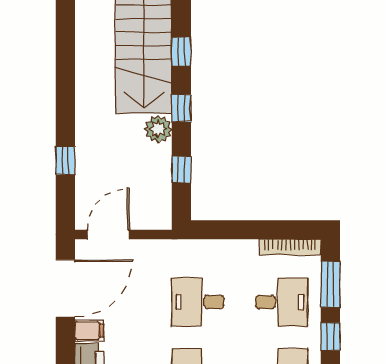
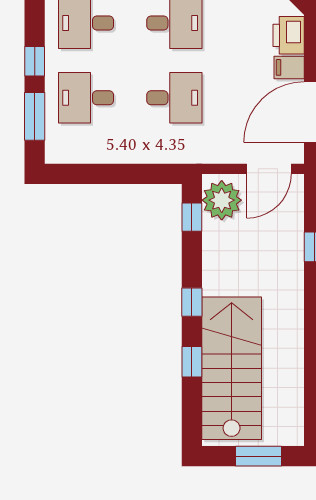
plant: (158, 129) -> (222, 200), moved, width x1.36, depth x1.36
window: (181, 170) -> (192, 217), moved
bookcase: (290, 247) -> (77, 156), removed

